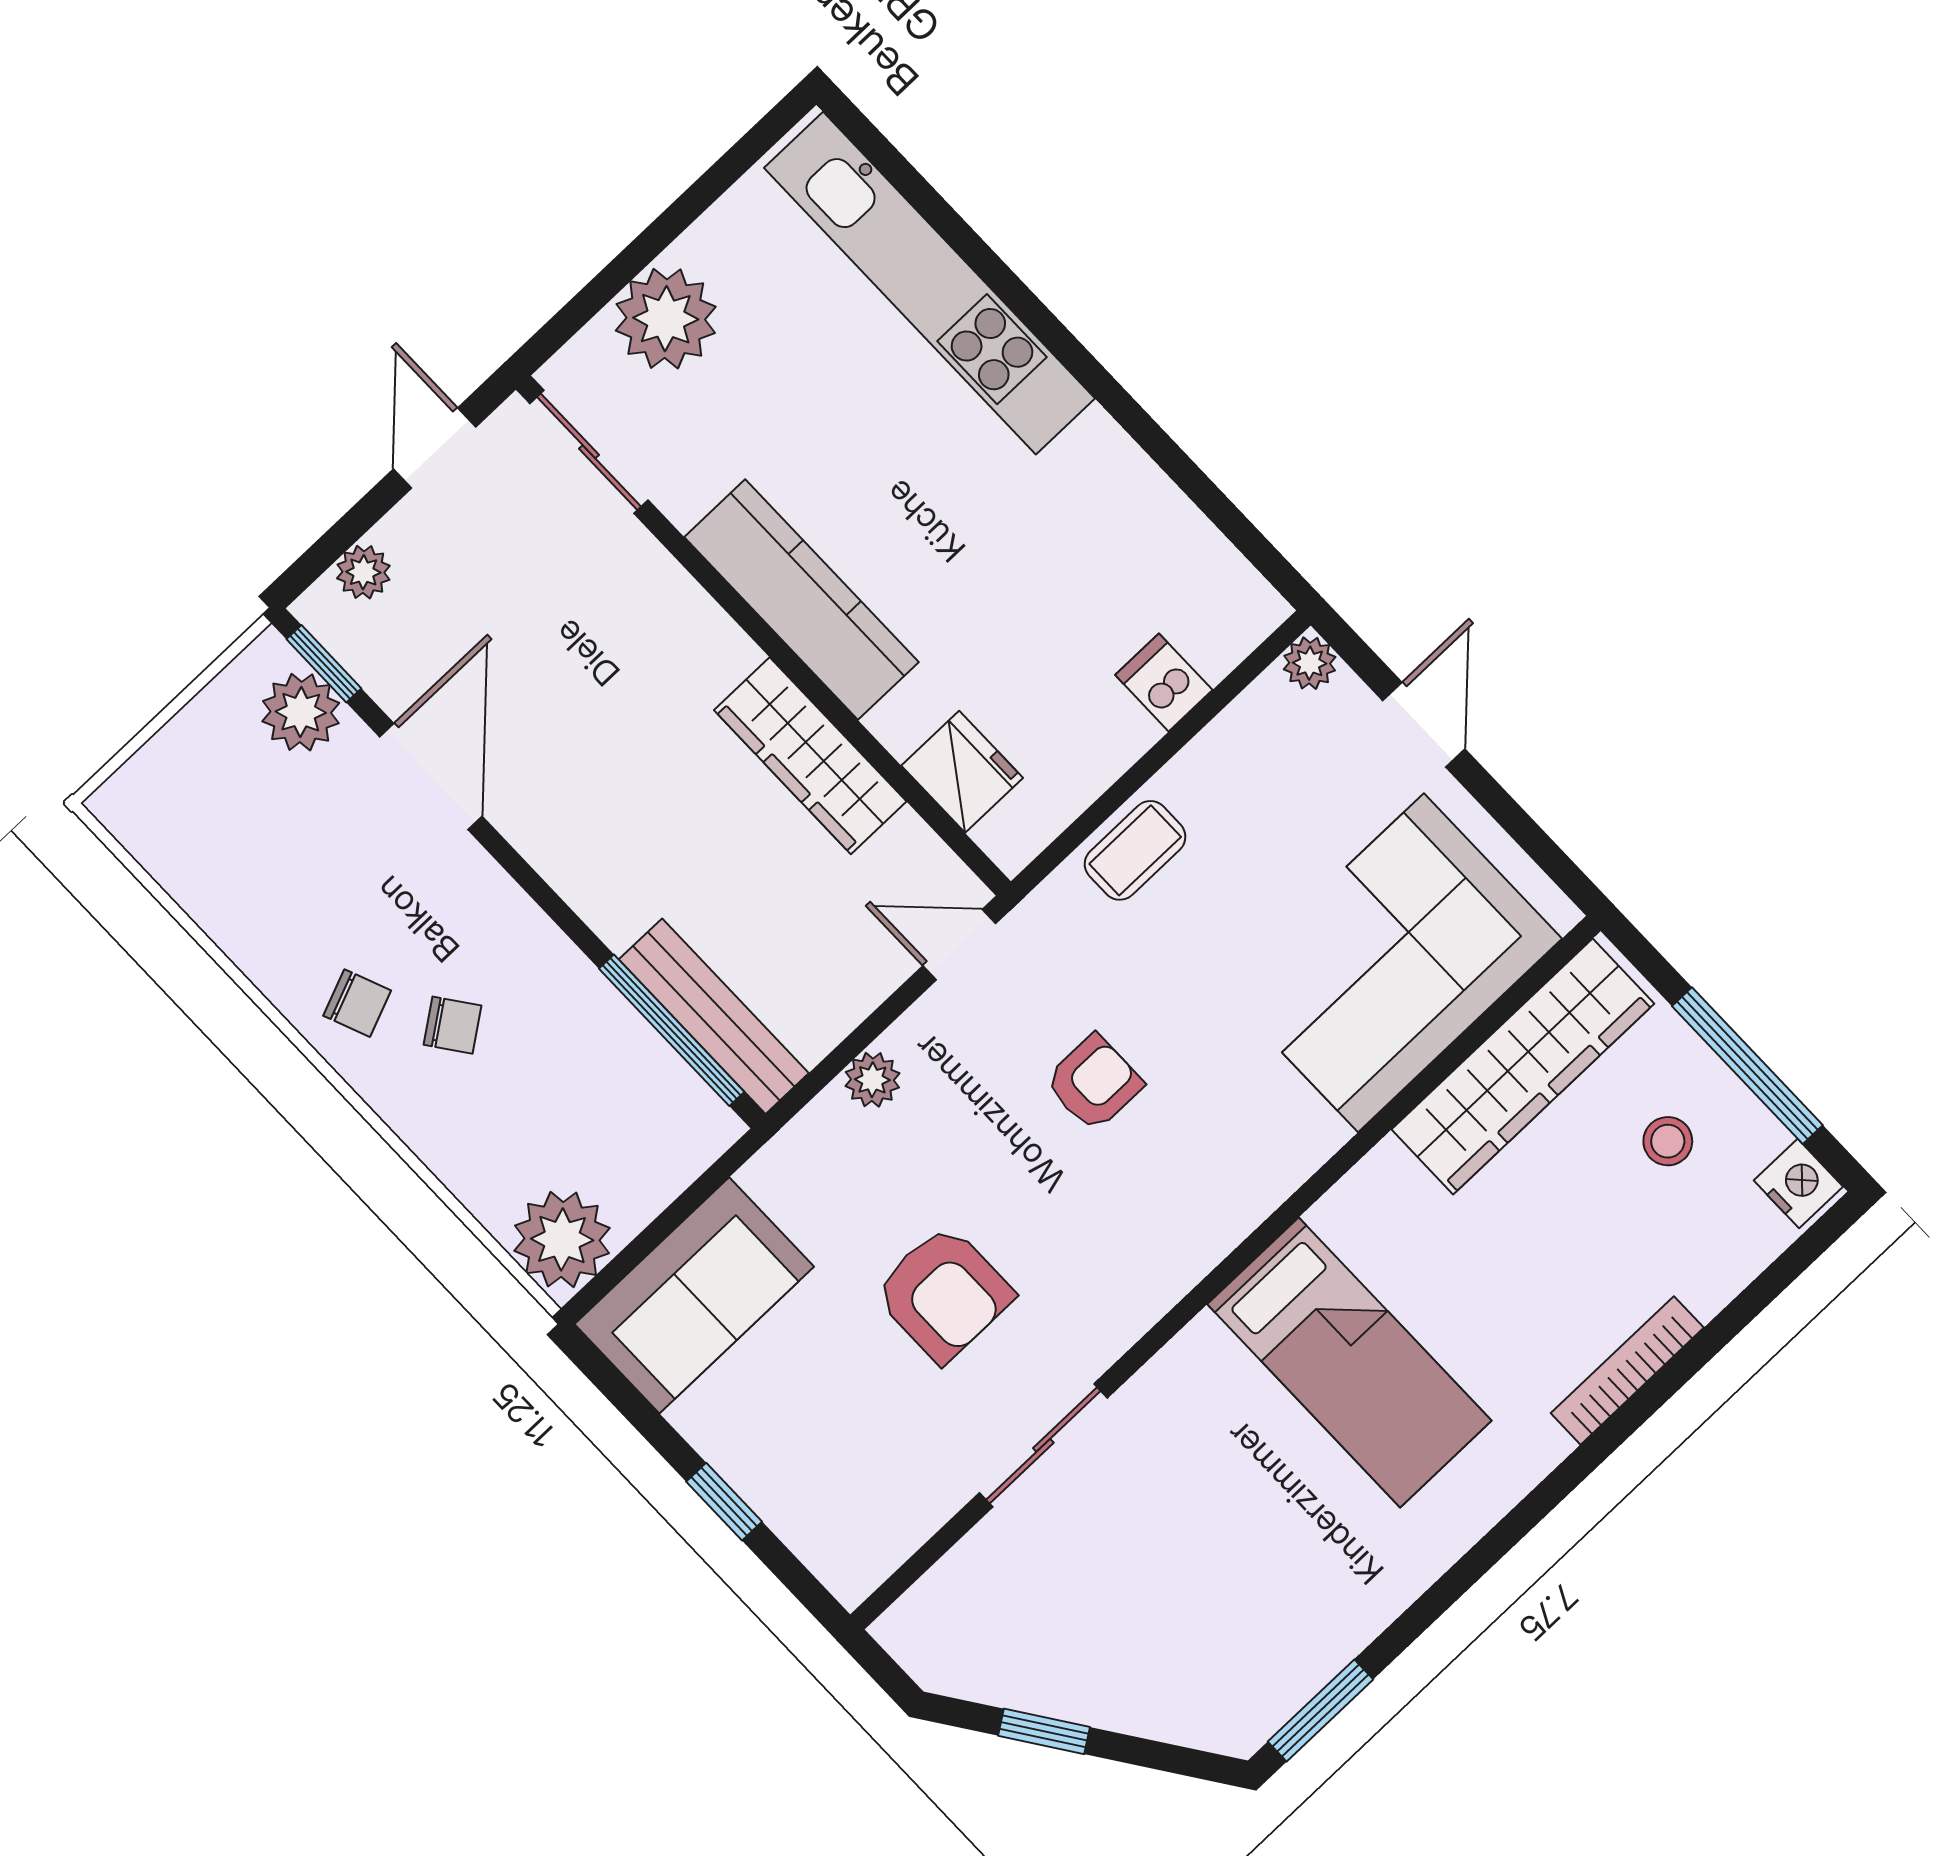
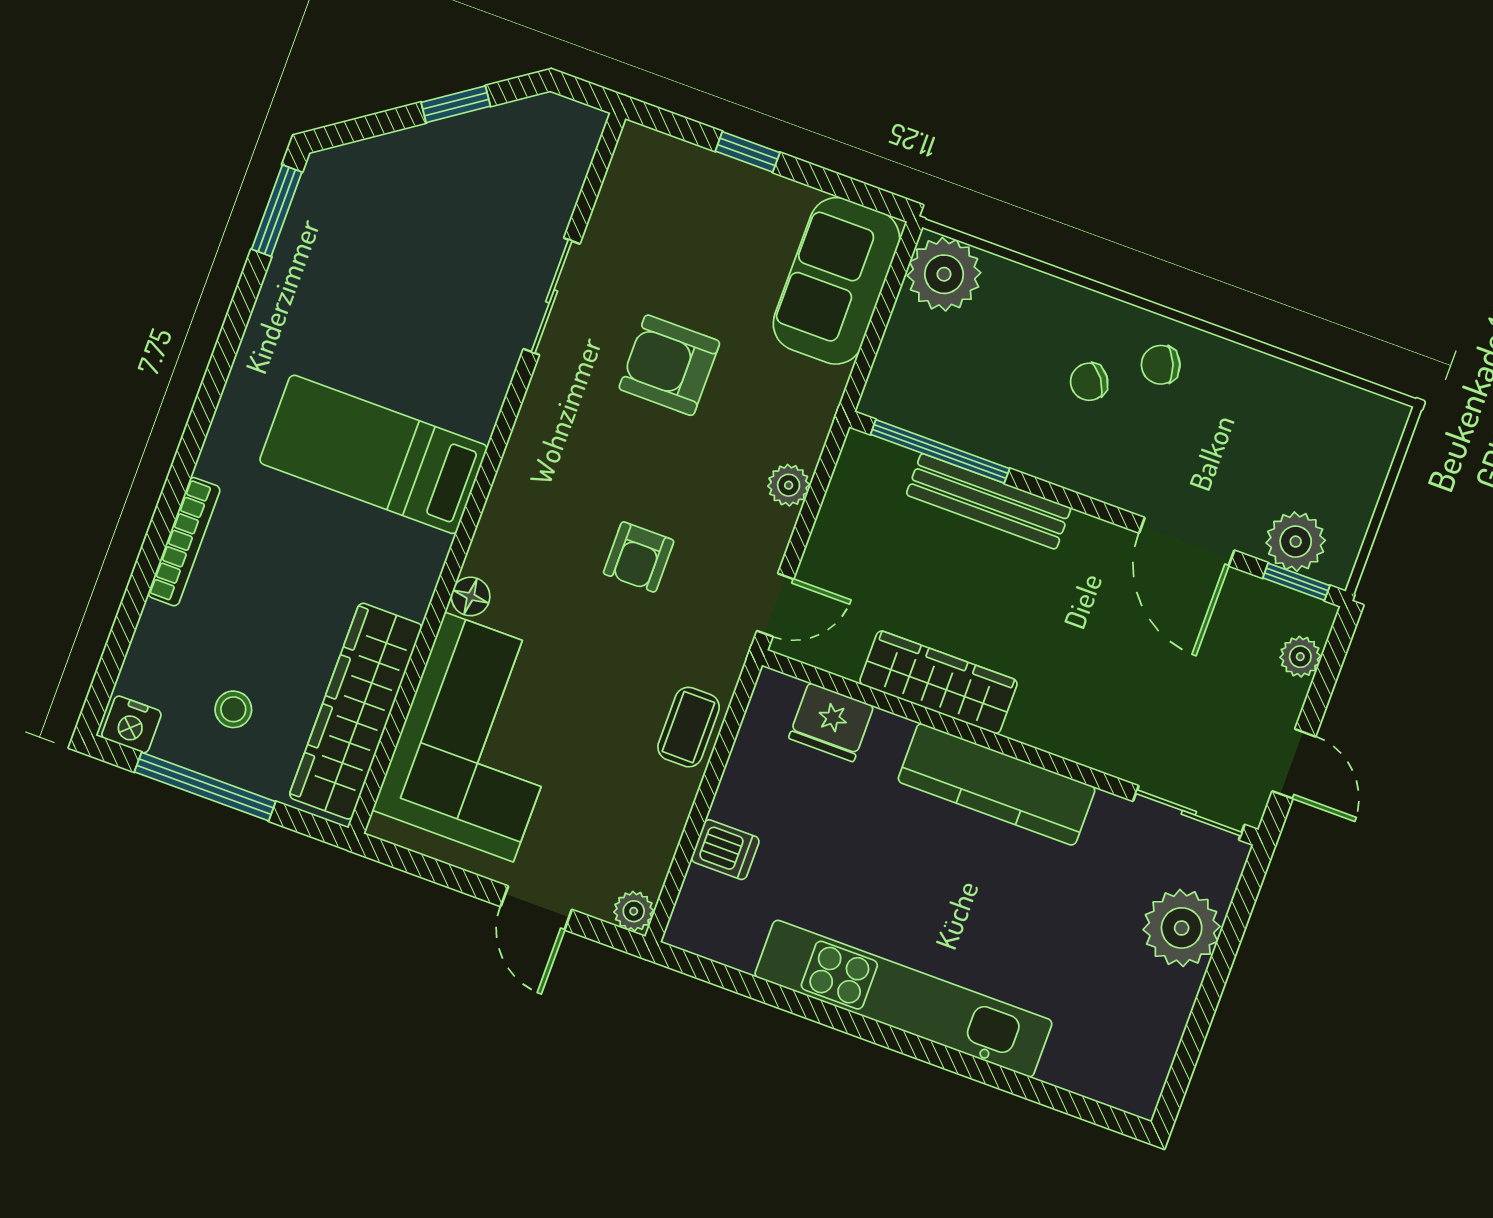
kitchen unit: (929, 283) -> (903, 999), moved
bench: (714, 1016) -> (989, 501), moved
floor lamp: (1318, 1135) -> (471, 596), added

